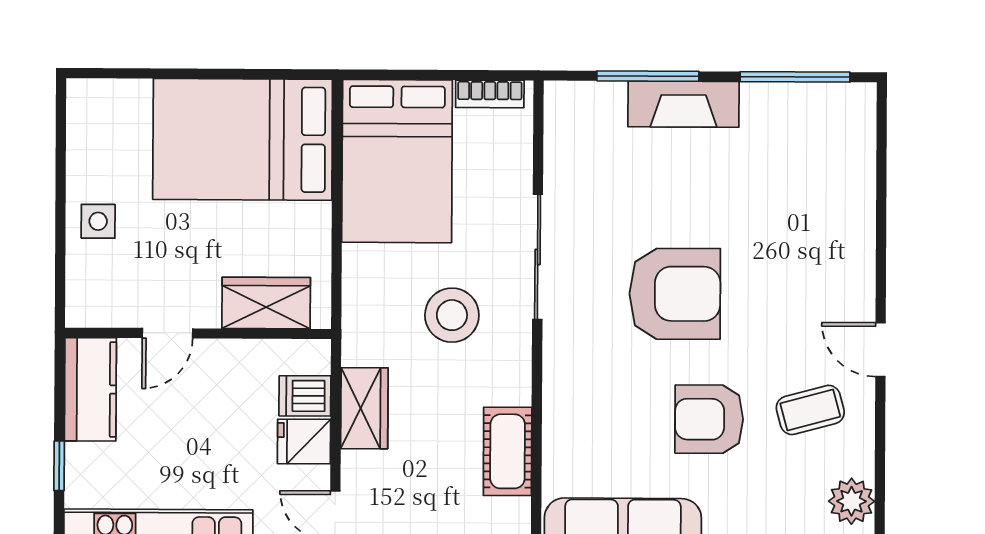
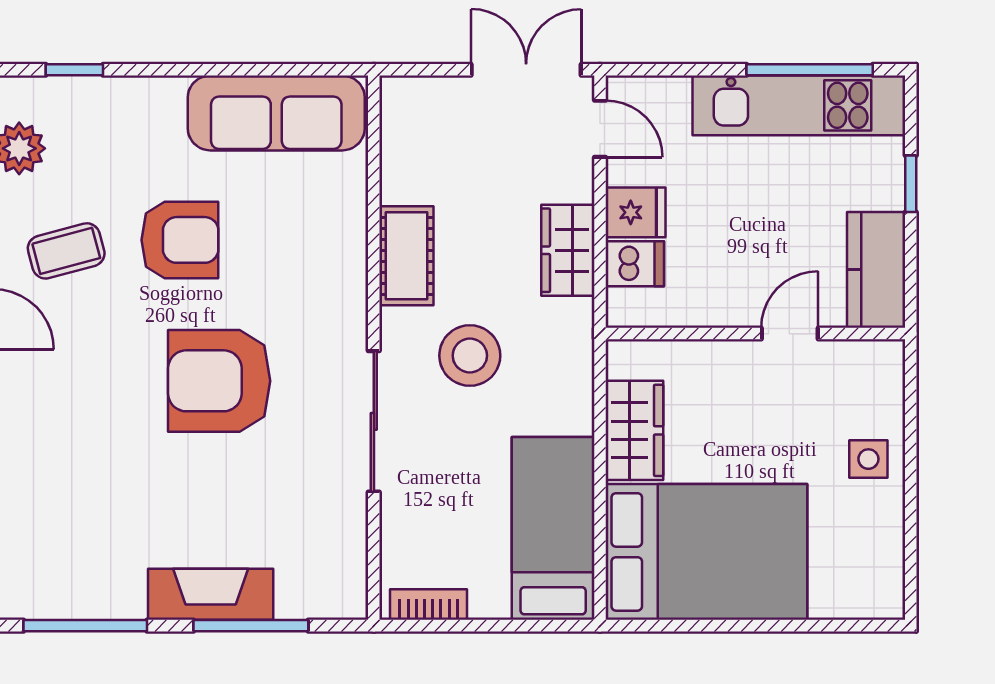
bed: (397, 161) -> (553, 528), width x0.67
wardrobe: (266, 303) -> (634, 430), moved, turned -90
cot: (508, 451) -> (406, 256), moved

